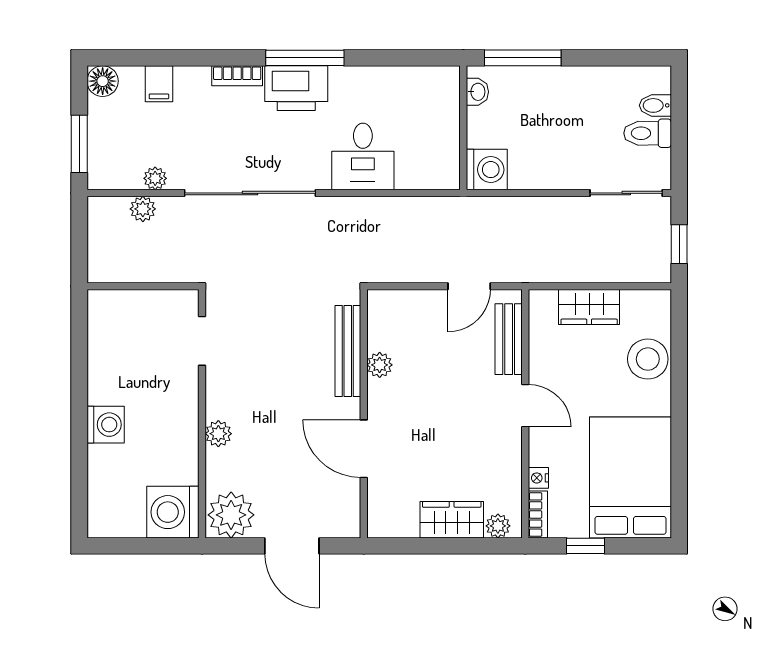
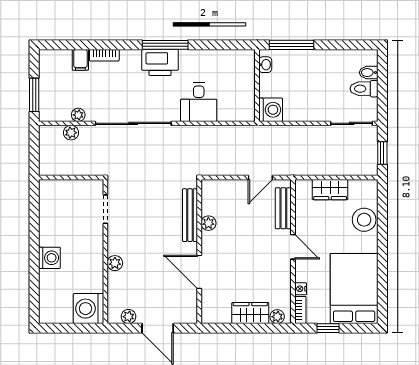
bookcase: (237, 76) -> (104, 55), moved
floor lamp: (103, 81) -> (48, 58), removed
plant: (231, 515) -> (129, 317), width x0.53, depth x0.53

